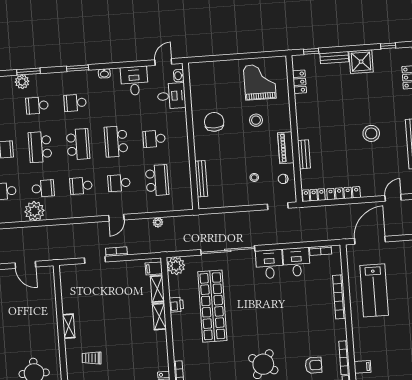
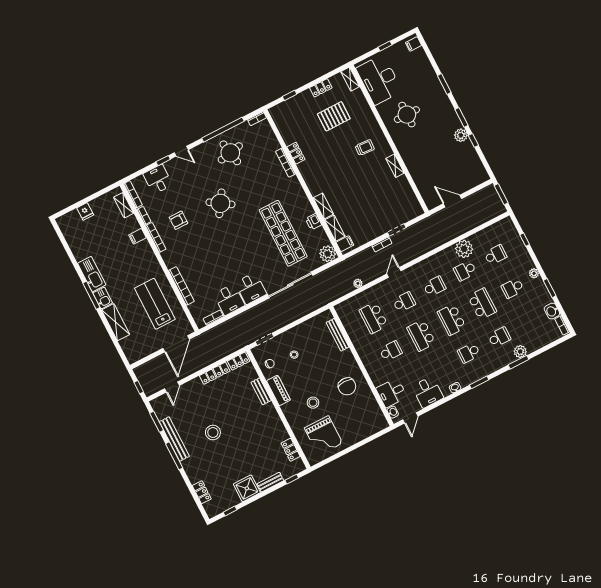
school desk: (75, 103) -> (469, 353), turned 180
school desk: (116, 142) -> (421, 335), turned 180

